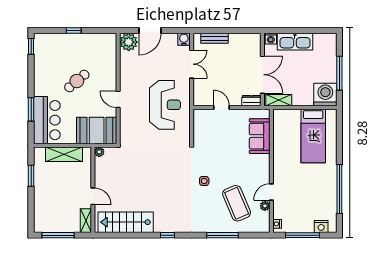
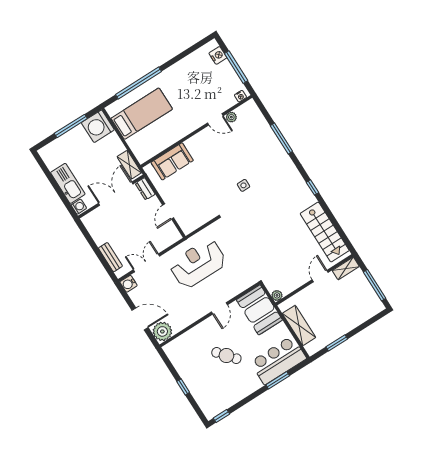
window: (339, 189) -> (138, 83), moved
coffee table: (237, 203) -> (245, 144), removed

